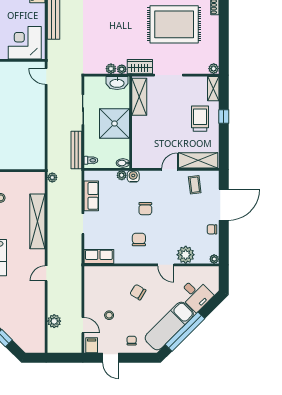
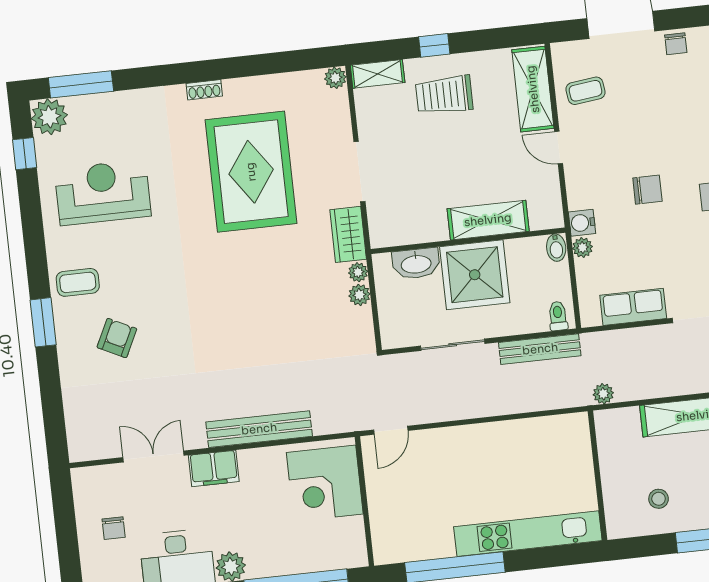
washbasin: (117, 83) -> (416, 263), moved, turned 90
shelving: (139, 97) -> (488, 220), moved

